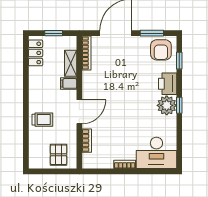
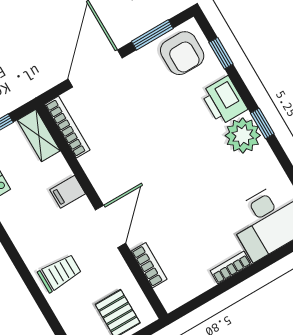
shelving: (71, 63) -> (39, 135), moved

